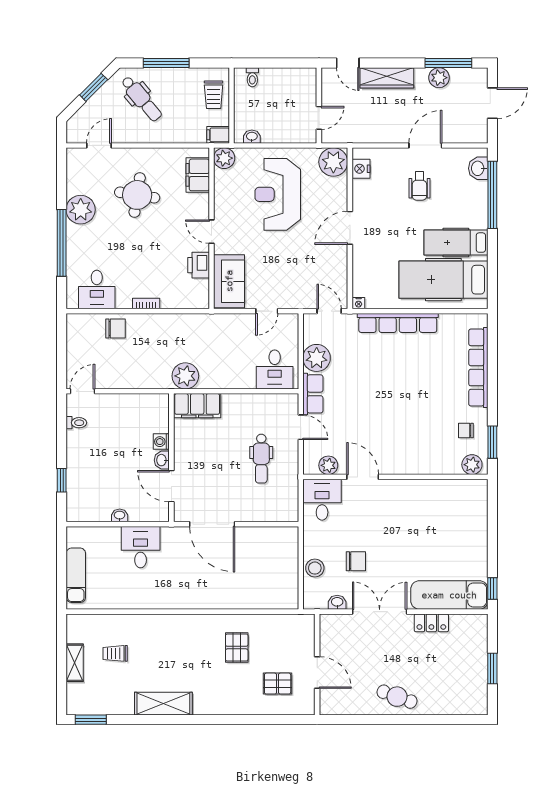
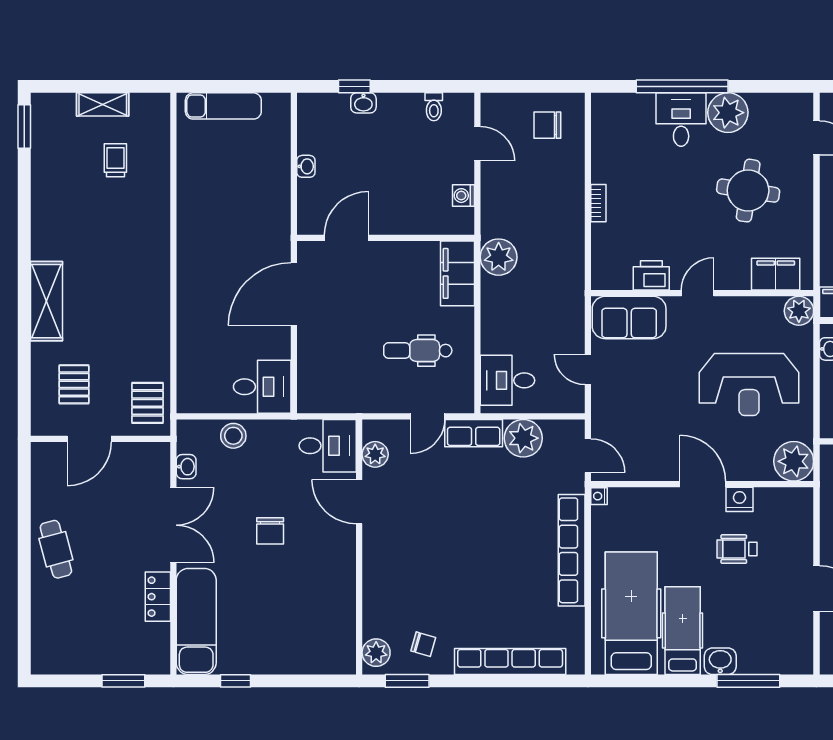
washbasin: (478, 168) -> (720, 661), moved
nightstand: (361, 169) -> (739, 499), moved
wheelchair: (419, 186) -> (737, 549), moved
reception desk: (278, 194) -> (749, 384), turned 180
window: (492, 195) -> (748, 681), width x0.68
desk: (97, 289) -> (681, 120), moved, turned 90
door: (329, 311) -> (588, 456), hinge flipped
chair: (115, 329) -> (547, 125), moved, turned 90
door: (82, 391) -> (477, 144), moved
chair: (466, 430) -> (423, 644), turned 106
washing machine: (161, 442) -> (463, 196), moved, turned -90
dental chair: (261, 459) -> (418, 351), moved
washbasin: (162, 460) -> (363, 103), moved, turned 180
door: (363, 477) -> (359, 502), swing flipped
desk: (141, 547) -> (262, 387), moved
chair: (356, 561) -> (270, 531), moved
window: (492, 588) -> (236, 681), moved
pallet: (237, 648) -> (147, 403), moved, turned 90
window: (492, 668) -> (123, 681), moved
cafe table: (397, 697) -> (56, 549), turned -35
shelving: (163, 704) -> (46, 301), moved

